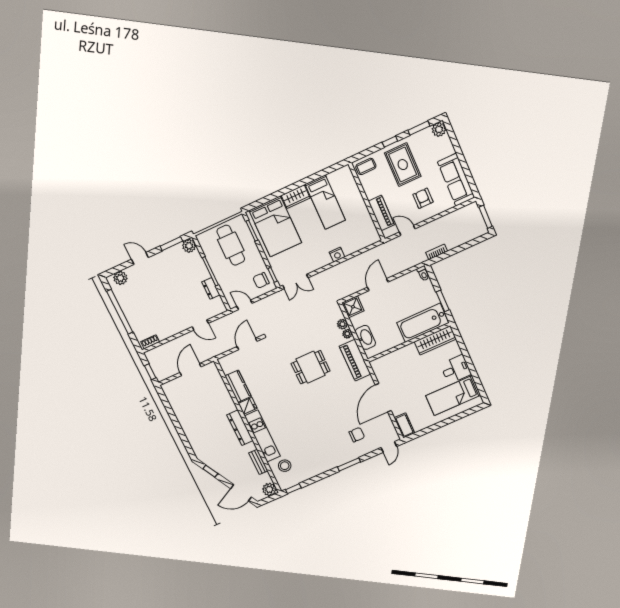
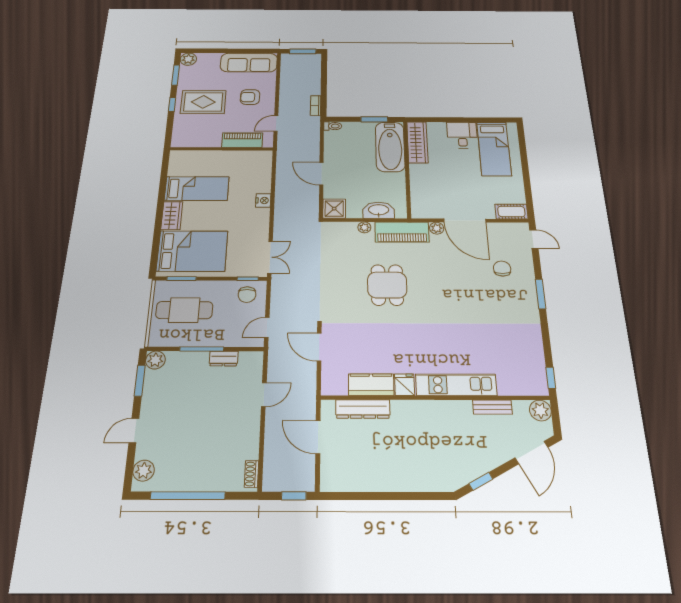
coffee table: (366, 166) -> (183, 135), removed
plant: (342, 324) -> (437, 228), moved
dresser: (240, 428) -> (363, 409), moved
stool: (285, 466) -> (512, 375), removed

